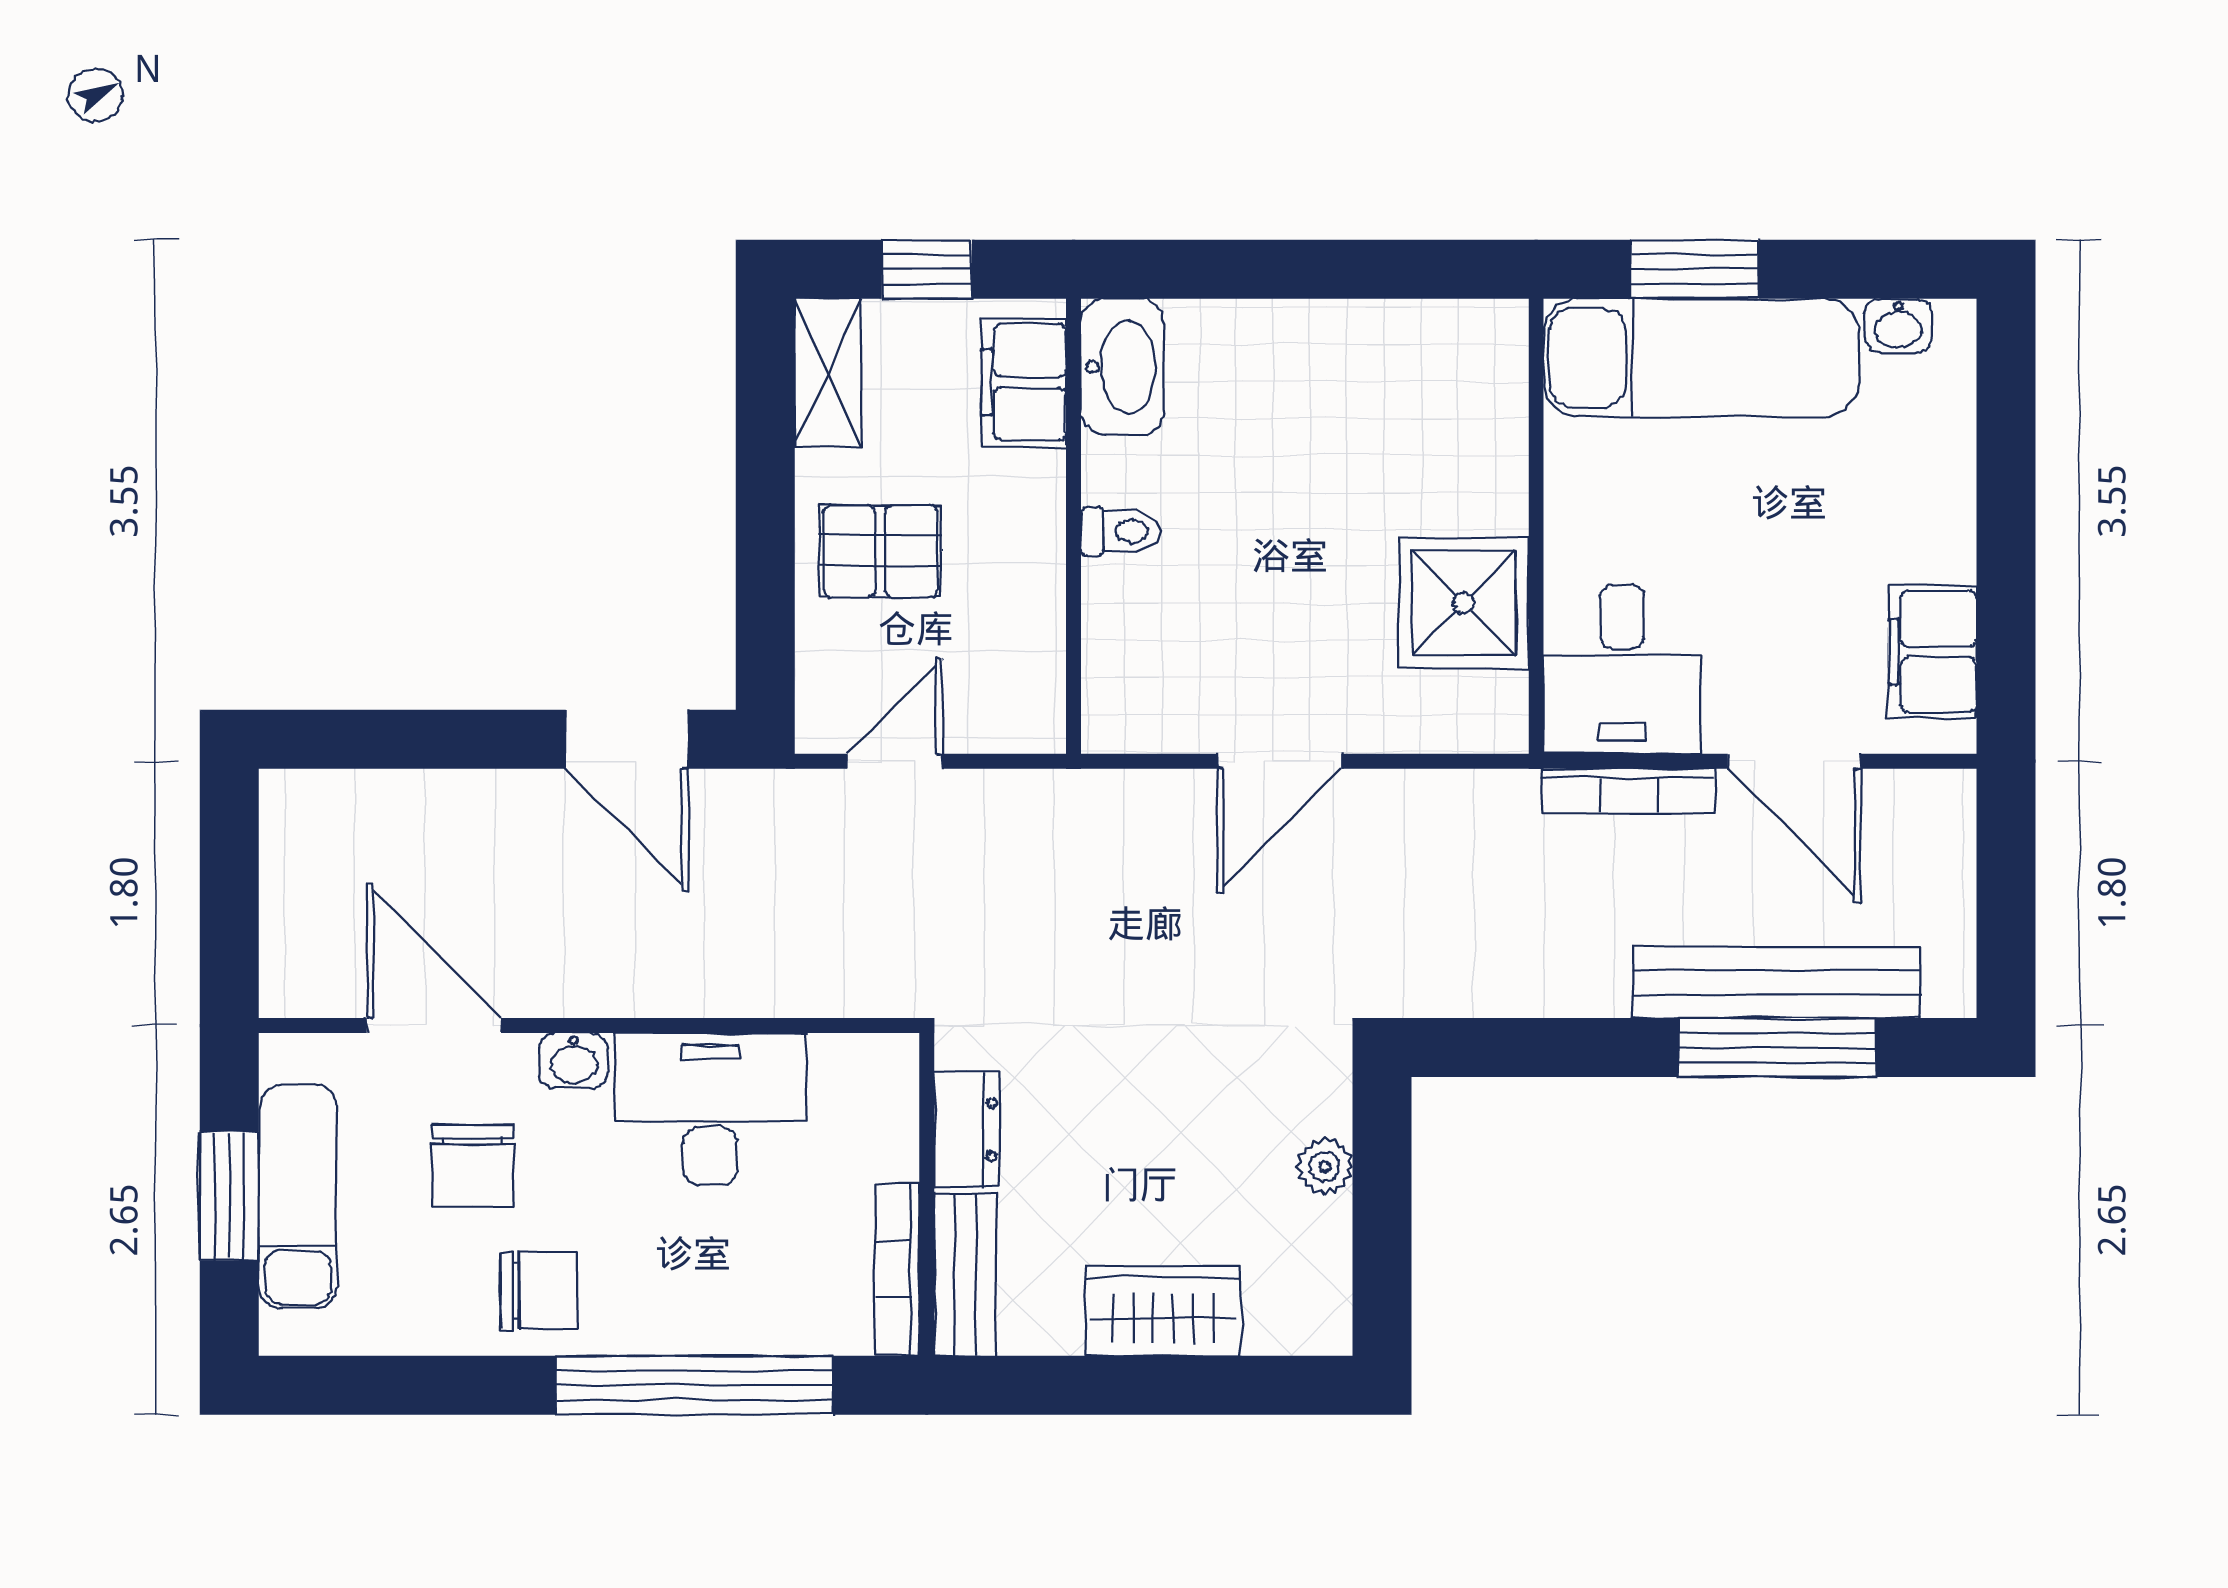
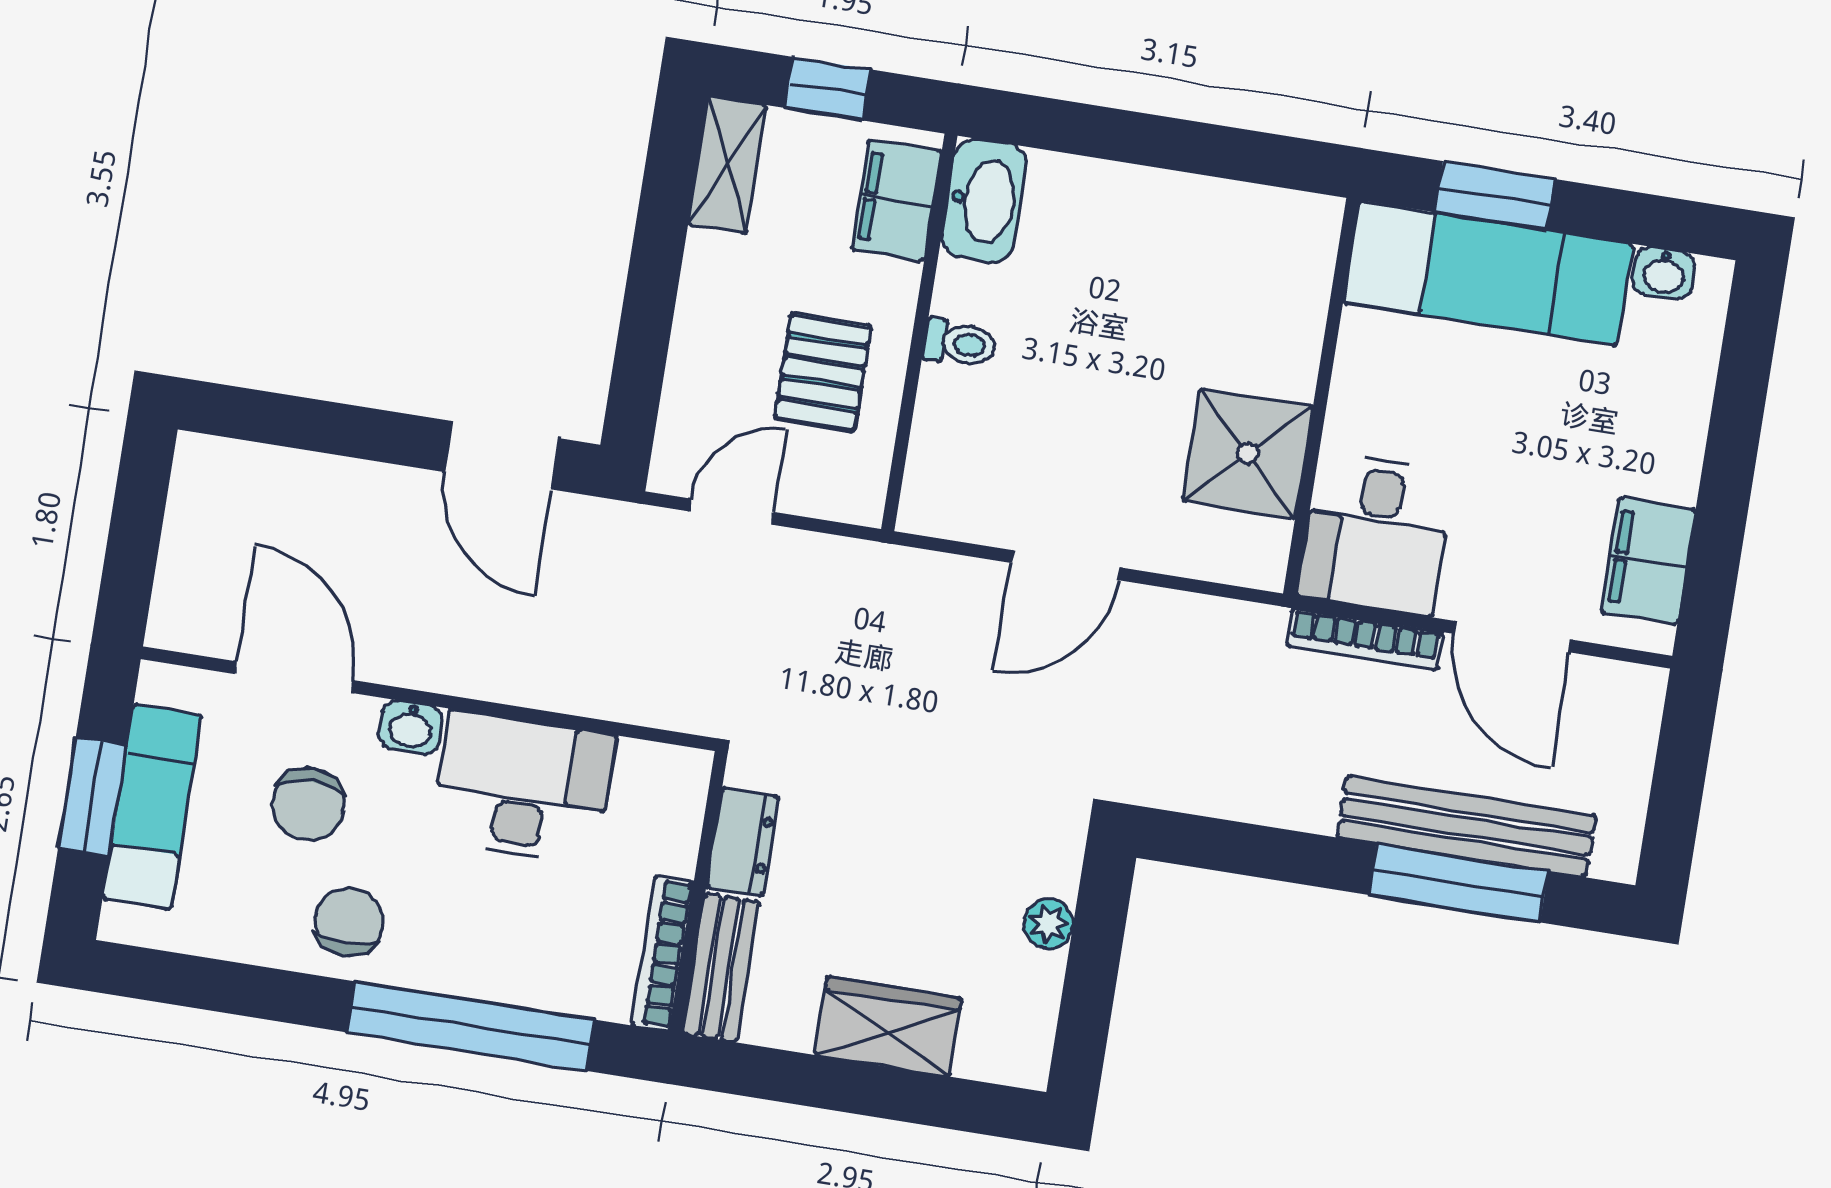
pallet: (880, 551) -> (823, 372), moved, turned 90
chair: (539, 1291) -> (349, 922), turned -90

